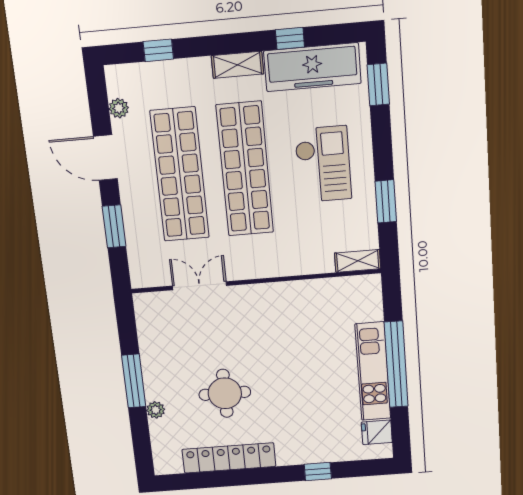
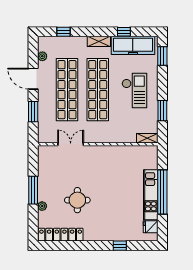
locker: (229, 458) -> (61, 235), moved

